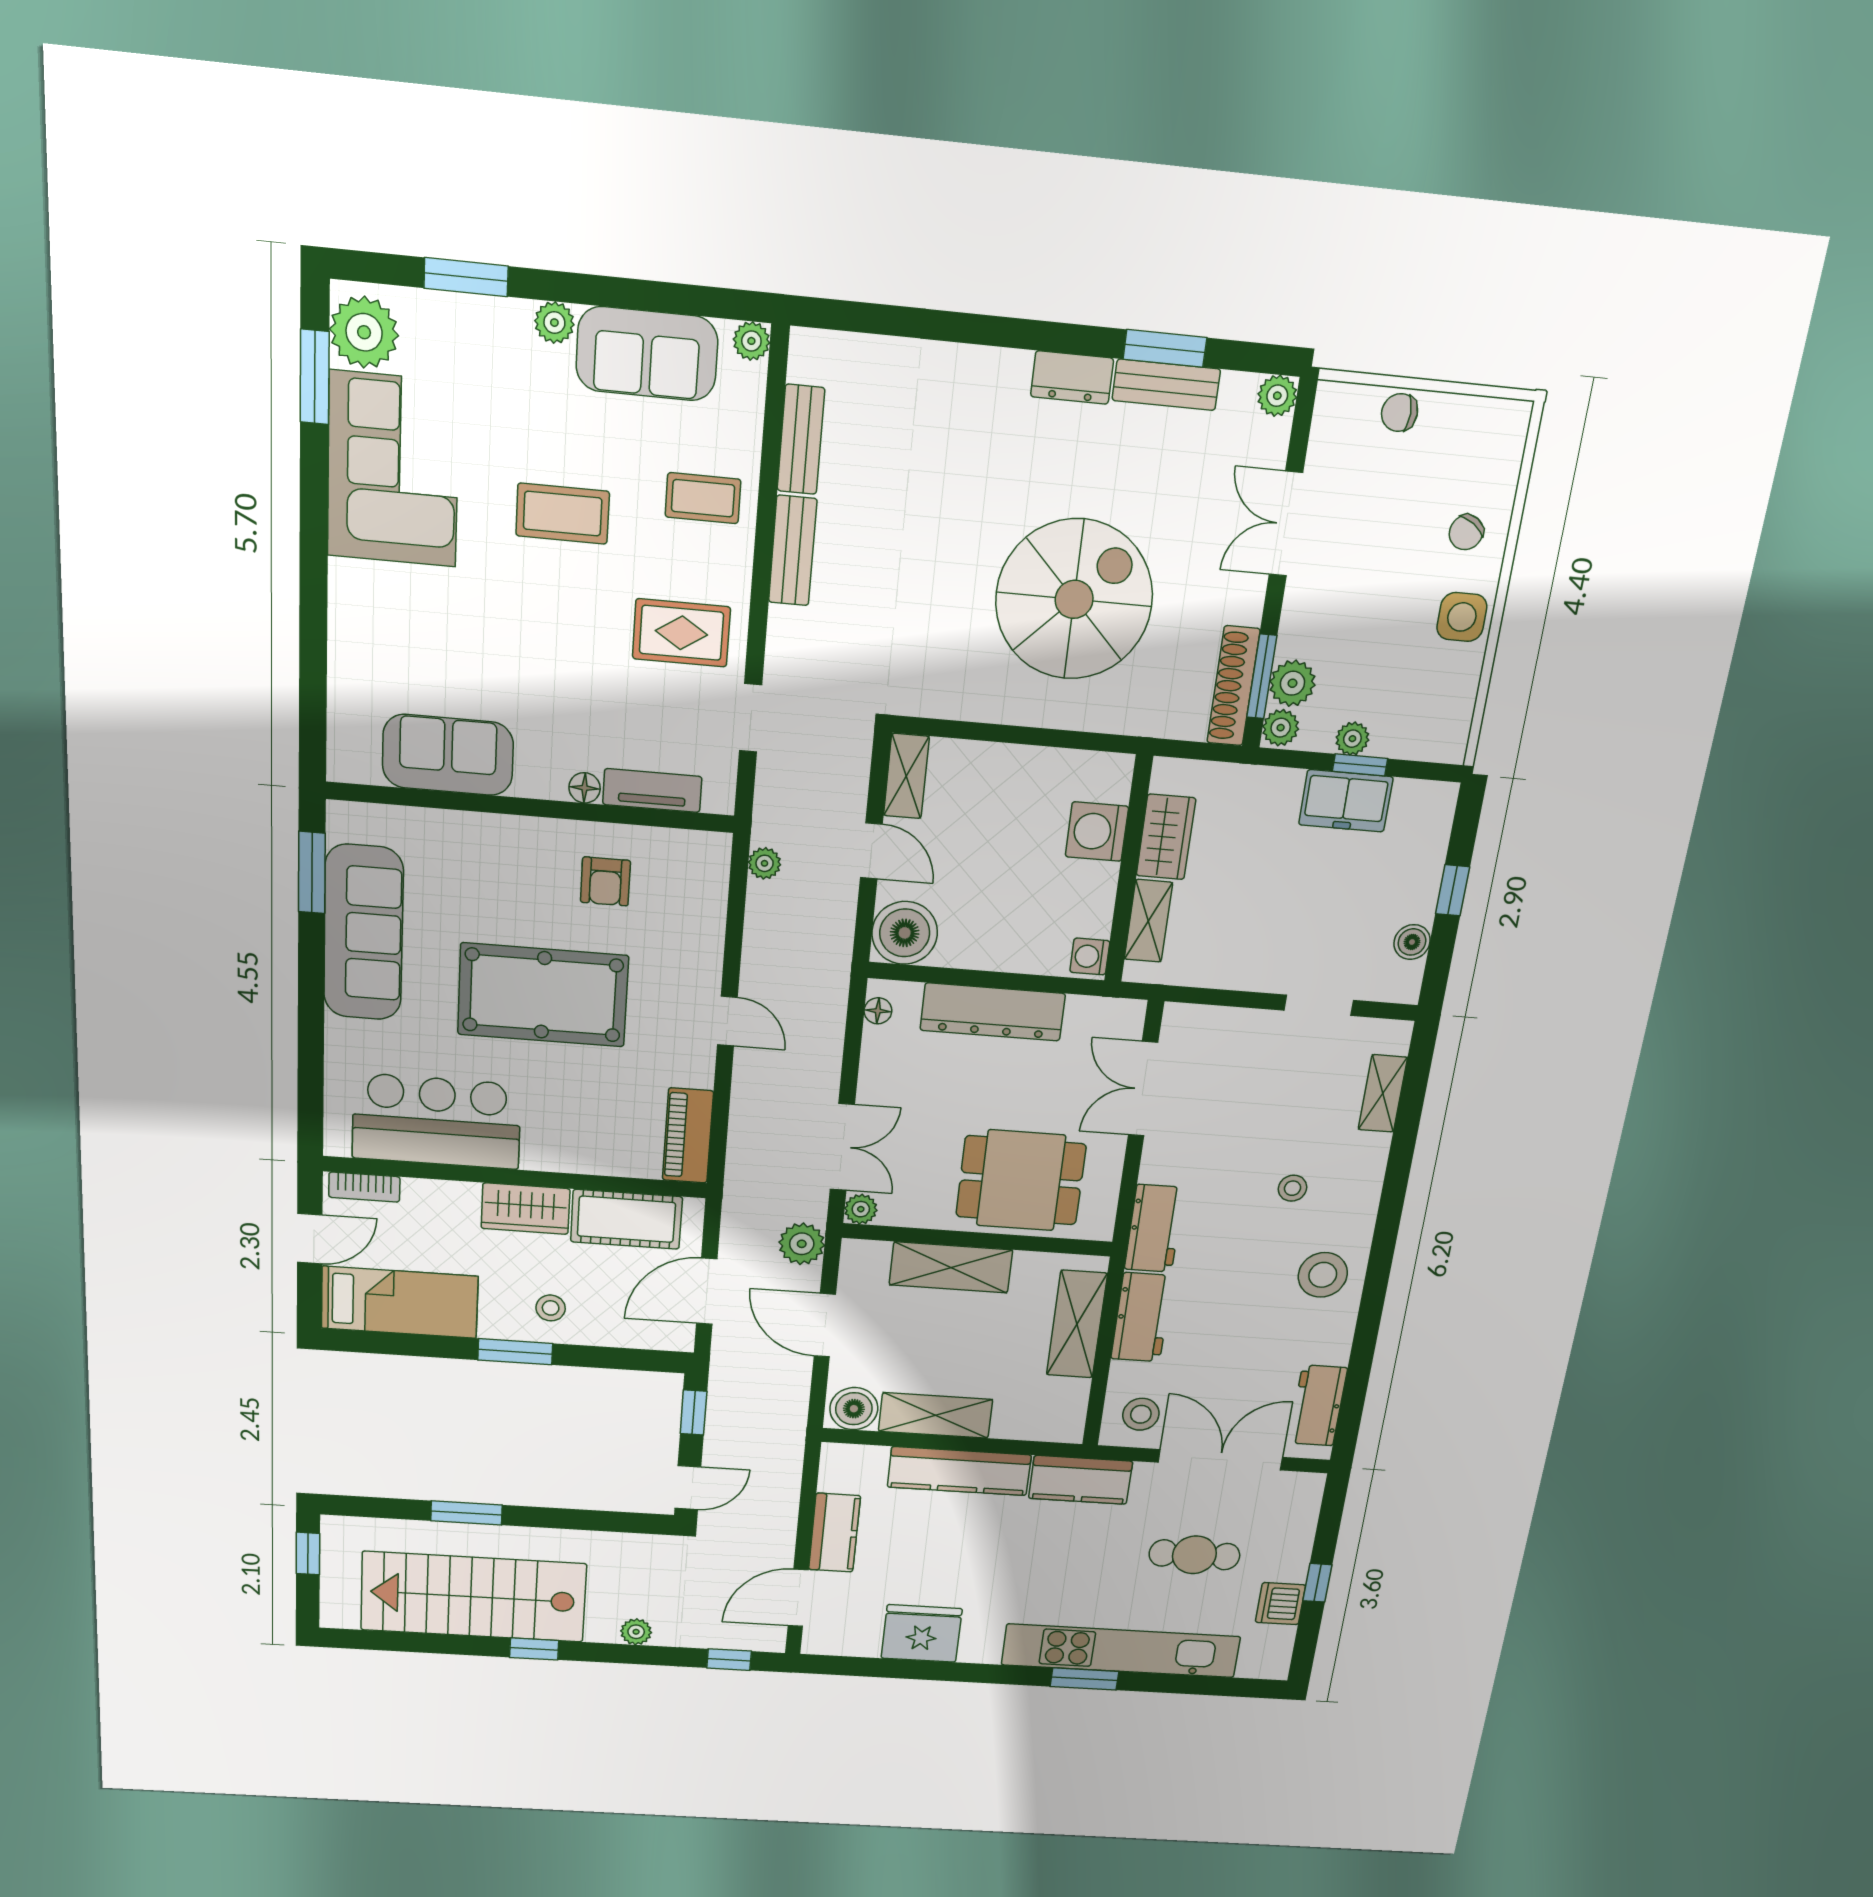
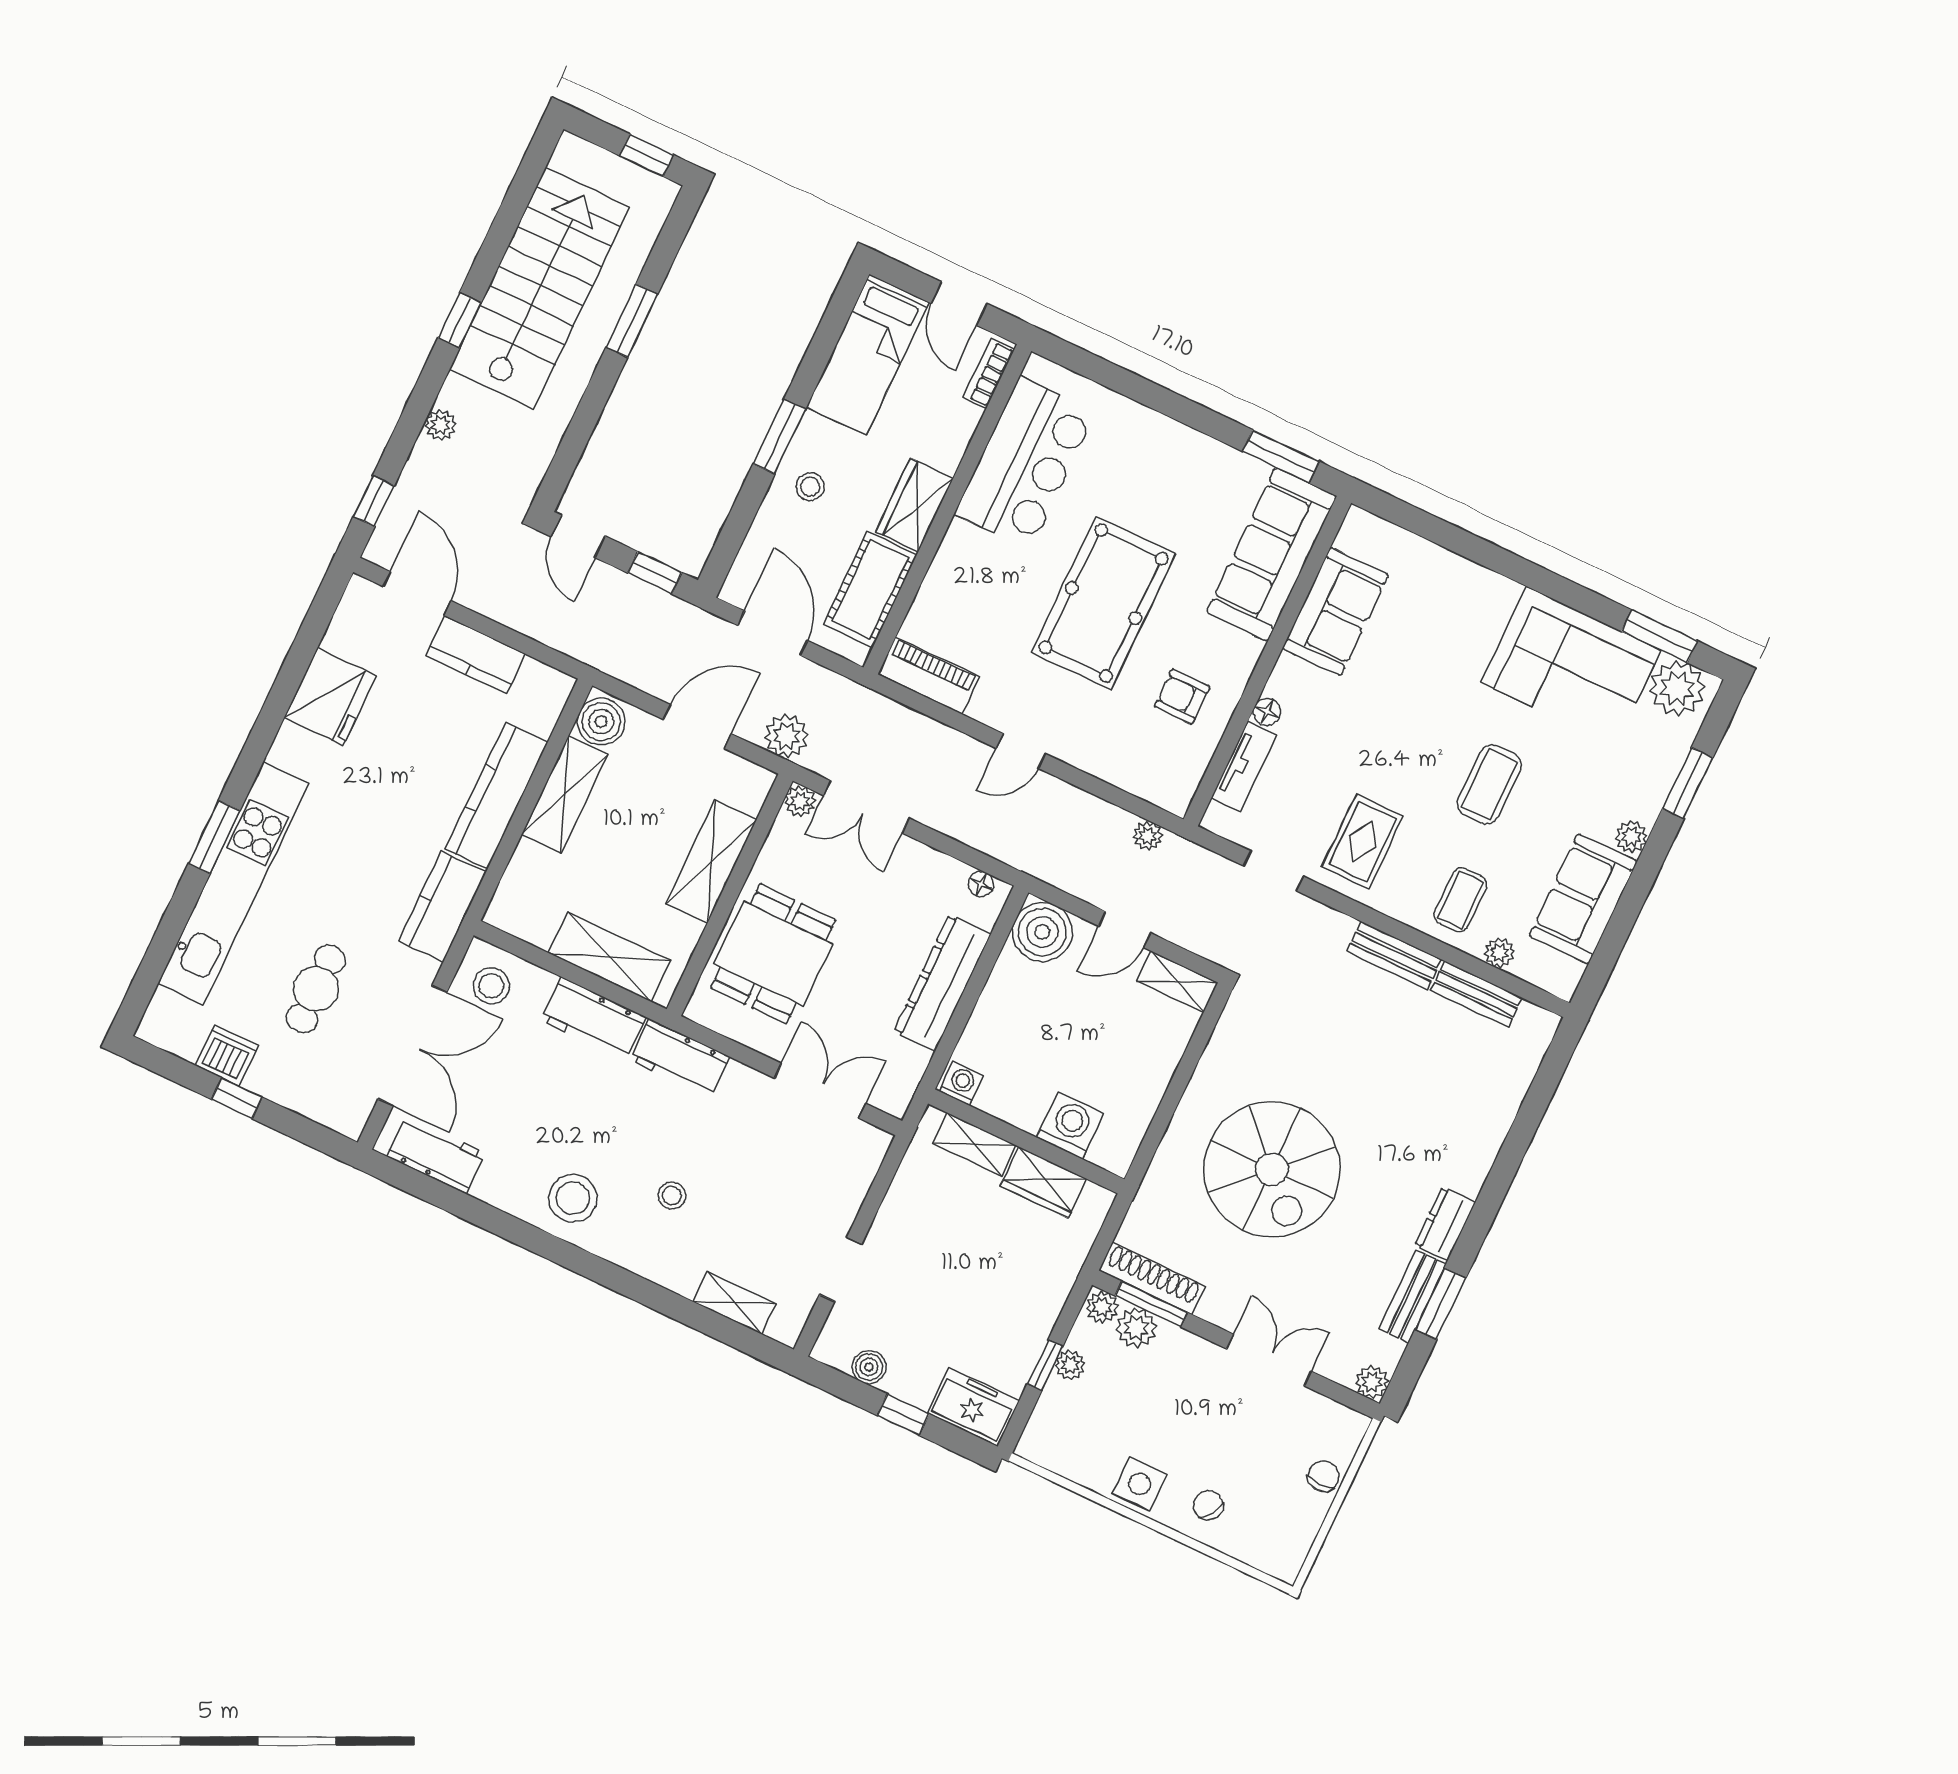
plant: (751, 341) -> (1499, 953), moved
freezer: (1346, 801) -> (973, 1407), moved, turned 90
sofa: (363, 933) -> (1271, 554), moved, turned 90

